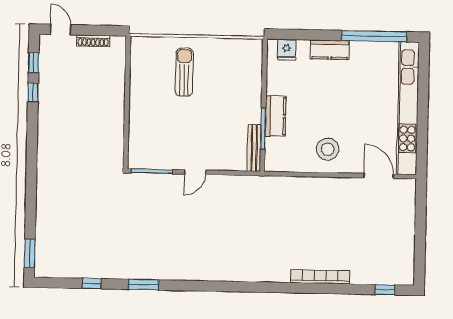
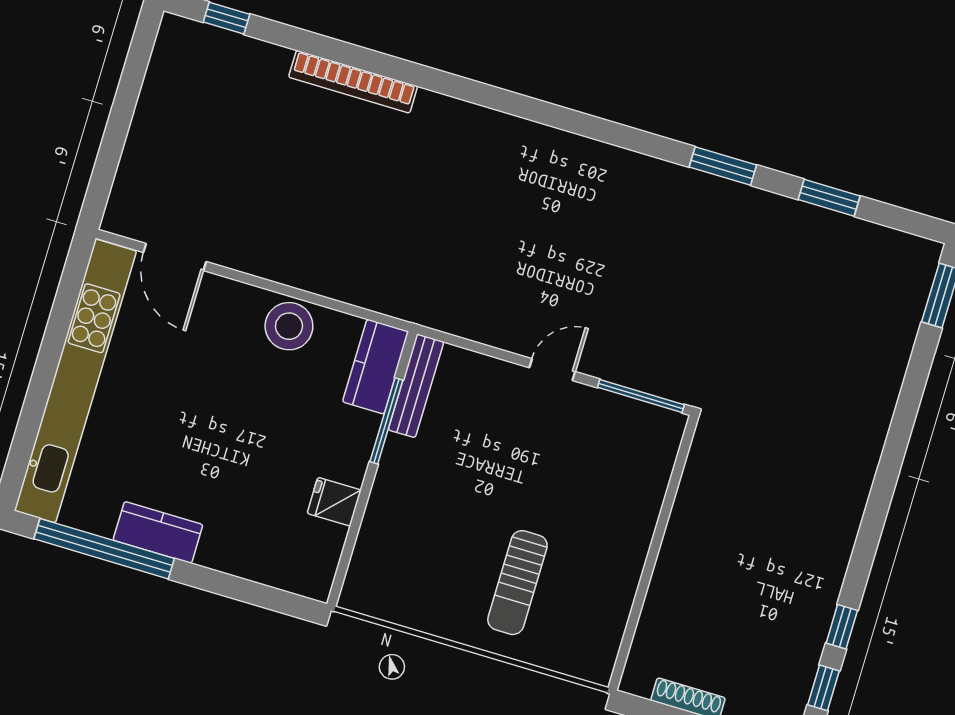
fridge: (287, 50) -> (334, 502), moved, turned -90
kitchen counter: (330, 50) -> (158, 532), moved
kitchen counter: (275, 116) -> (376, 367), moved
stool: (328, 149) -> (289, 326), moved
window: (92, 284) -> (829, 198), width x1.50

